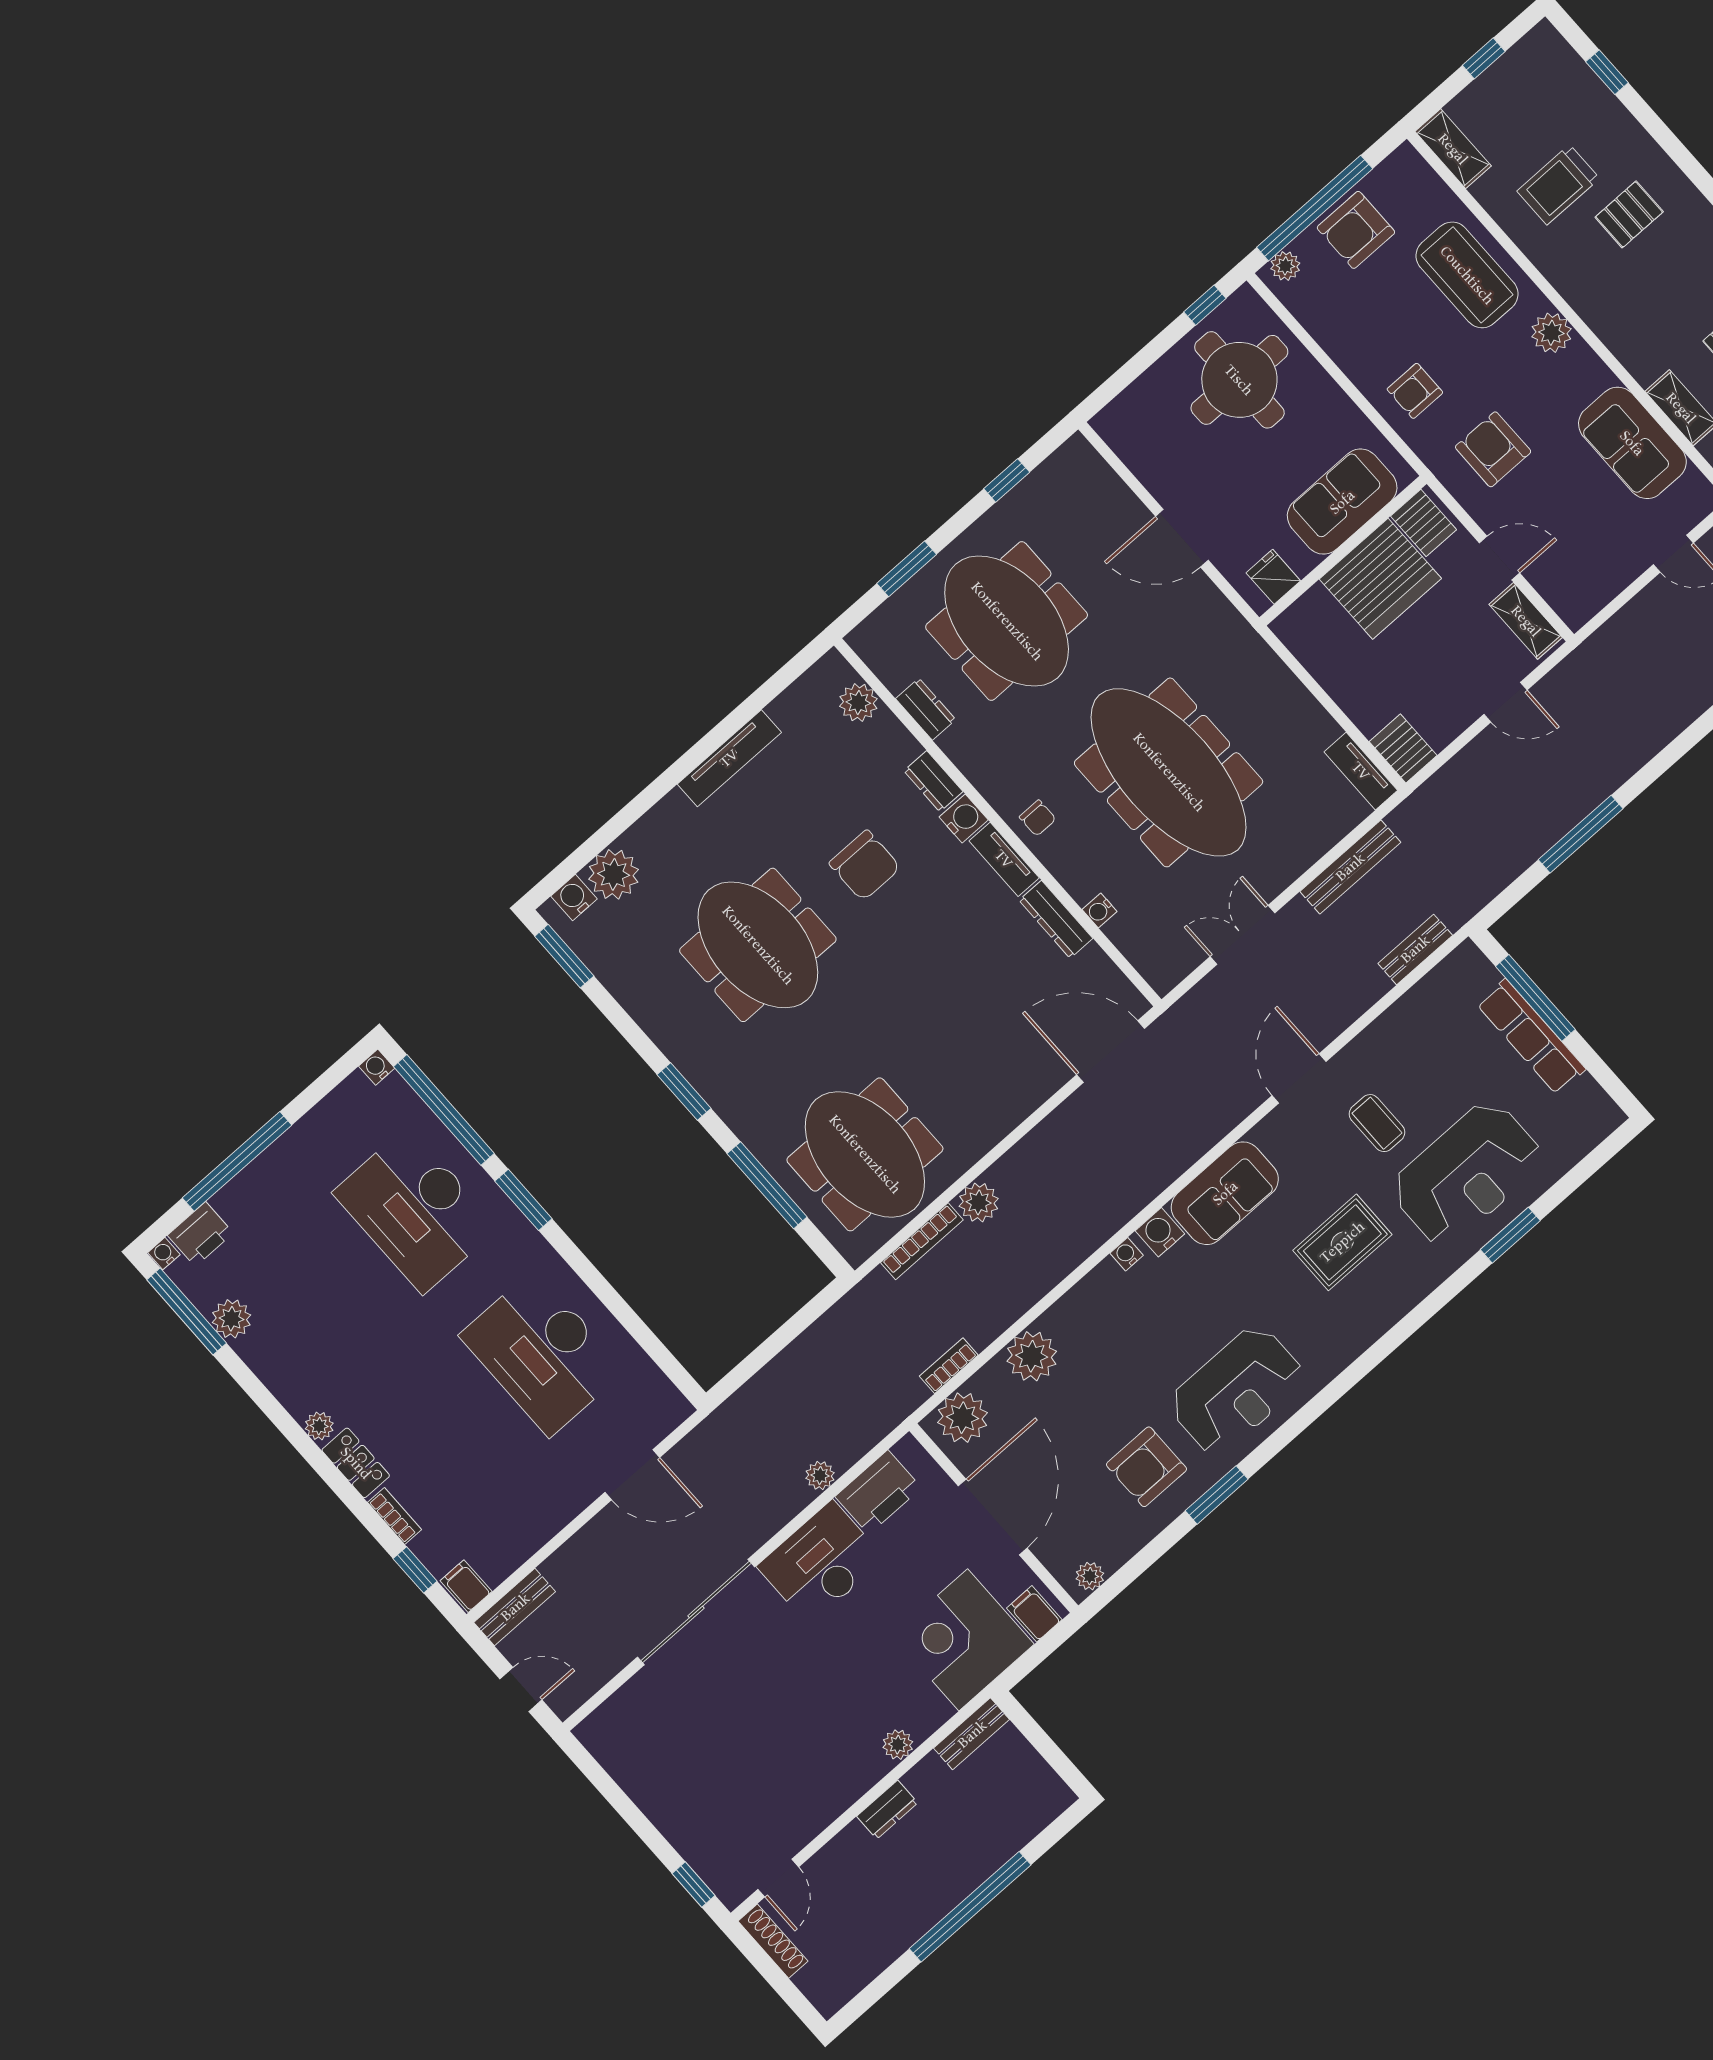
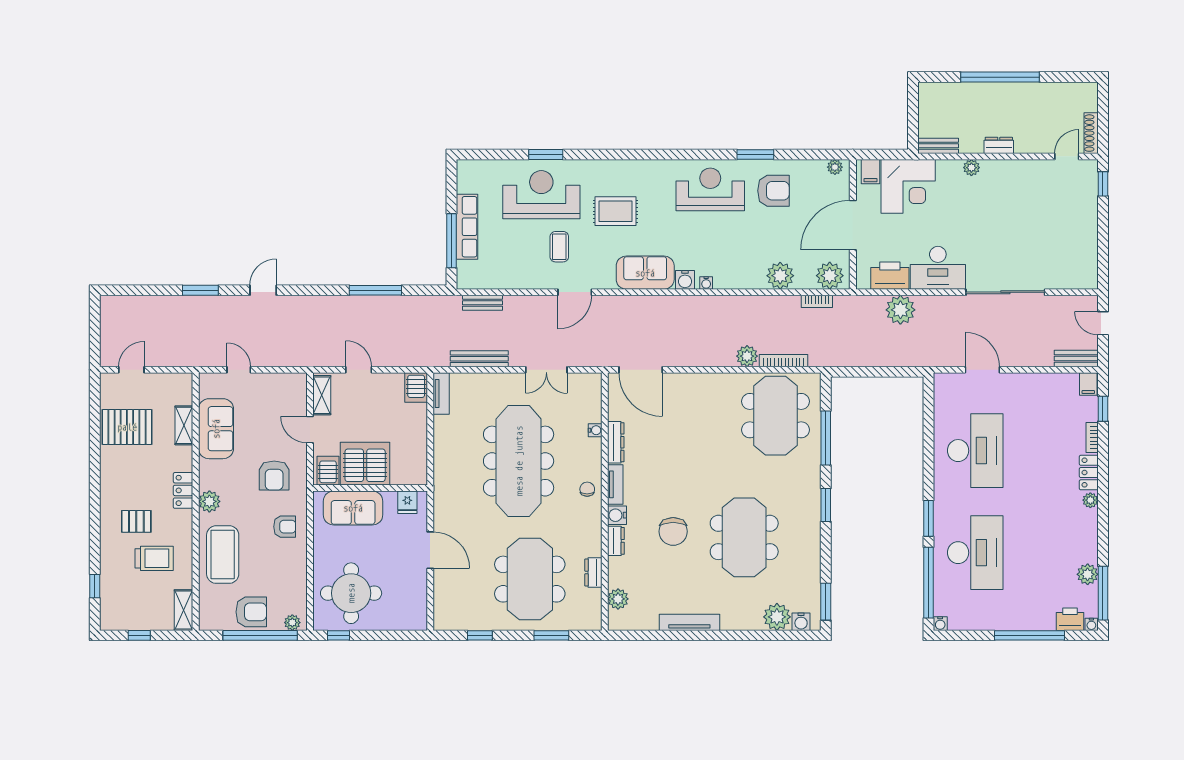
locker: (1602, 316) -> (183, 490), added
chair: (865, 865) -> (673, 531), turned 180
plant: (820, 1475) -> (900, 310), width x1.87, depth x1.87

